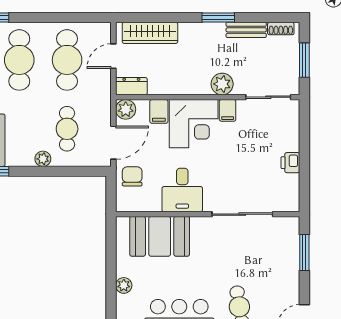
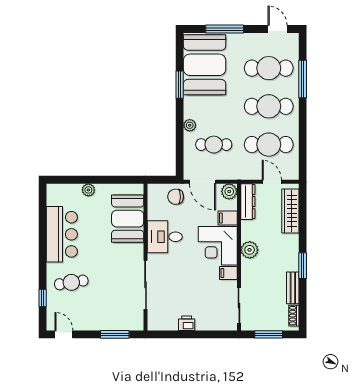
plant: (222, 84) -> (250, 250), moved
dresser: (131, 86) -> (248, 202), width x1.44
chair: (132, 176) -> (176, 197), turned 180

